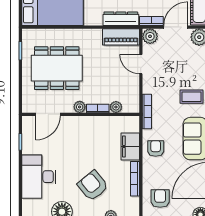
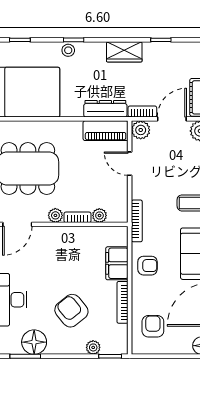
armchair: (156, 148) -> (147, 266), turned 90

